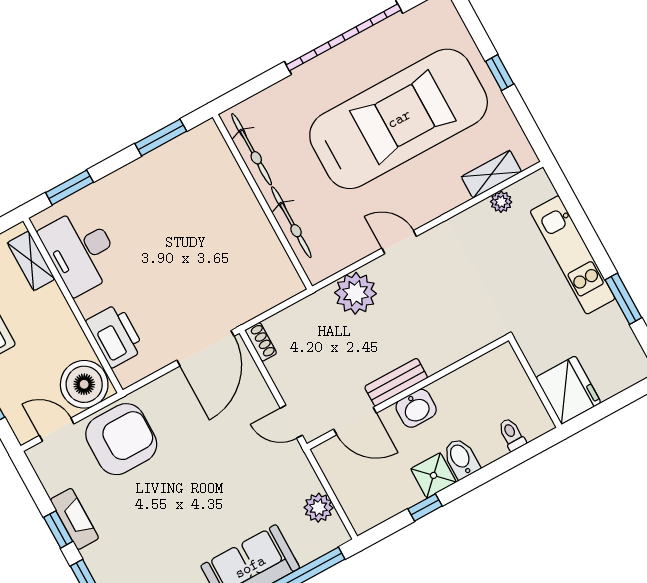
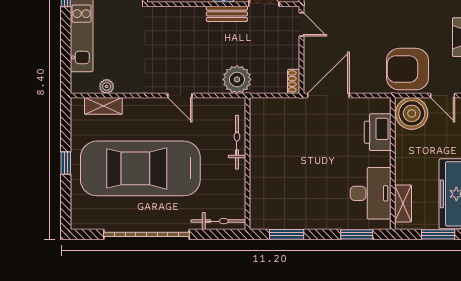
bicycle: (252, 149) -> (218, 221), moved, turned 90
plant: (356, 293) -> (237, 79), moved

